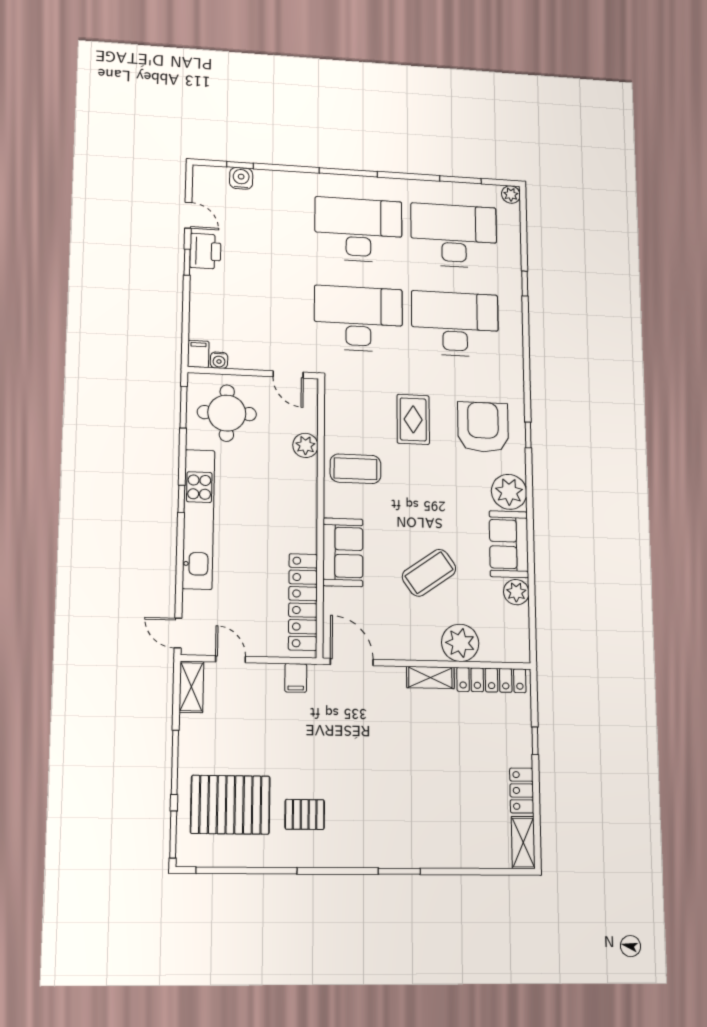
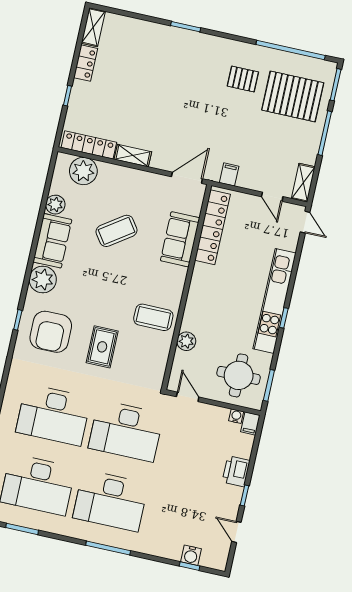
printer: (205, 251) -> (236, 471), moved
sofa: (343, 552) -> (180, 239), moved
plant: (460, 643) -> (83, 171), moved
door: (352, 662) -> (187, 178), swing flipped

